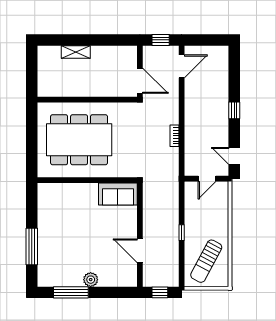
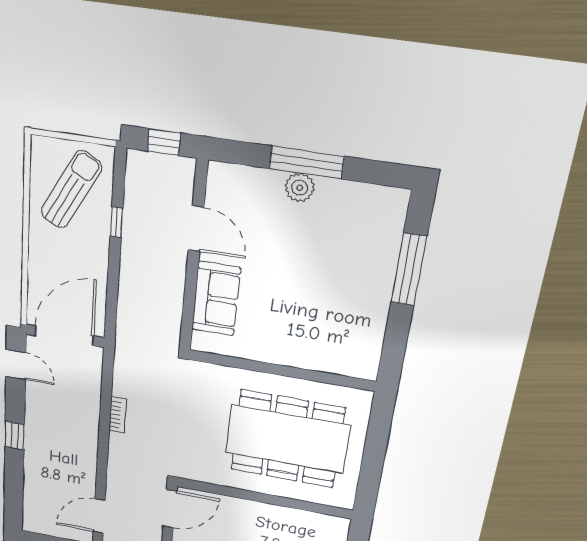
door: (140, 81) -> (170, 509), swing flipped
door: (207, 179) -> (64, 336), width x1.87
sofa: (118, 194) -> (216, 299), moved, turned 90
window: (182, 233) -> (116, 222), moved
window: (71, 292) -> (307, 162), moved

